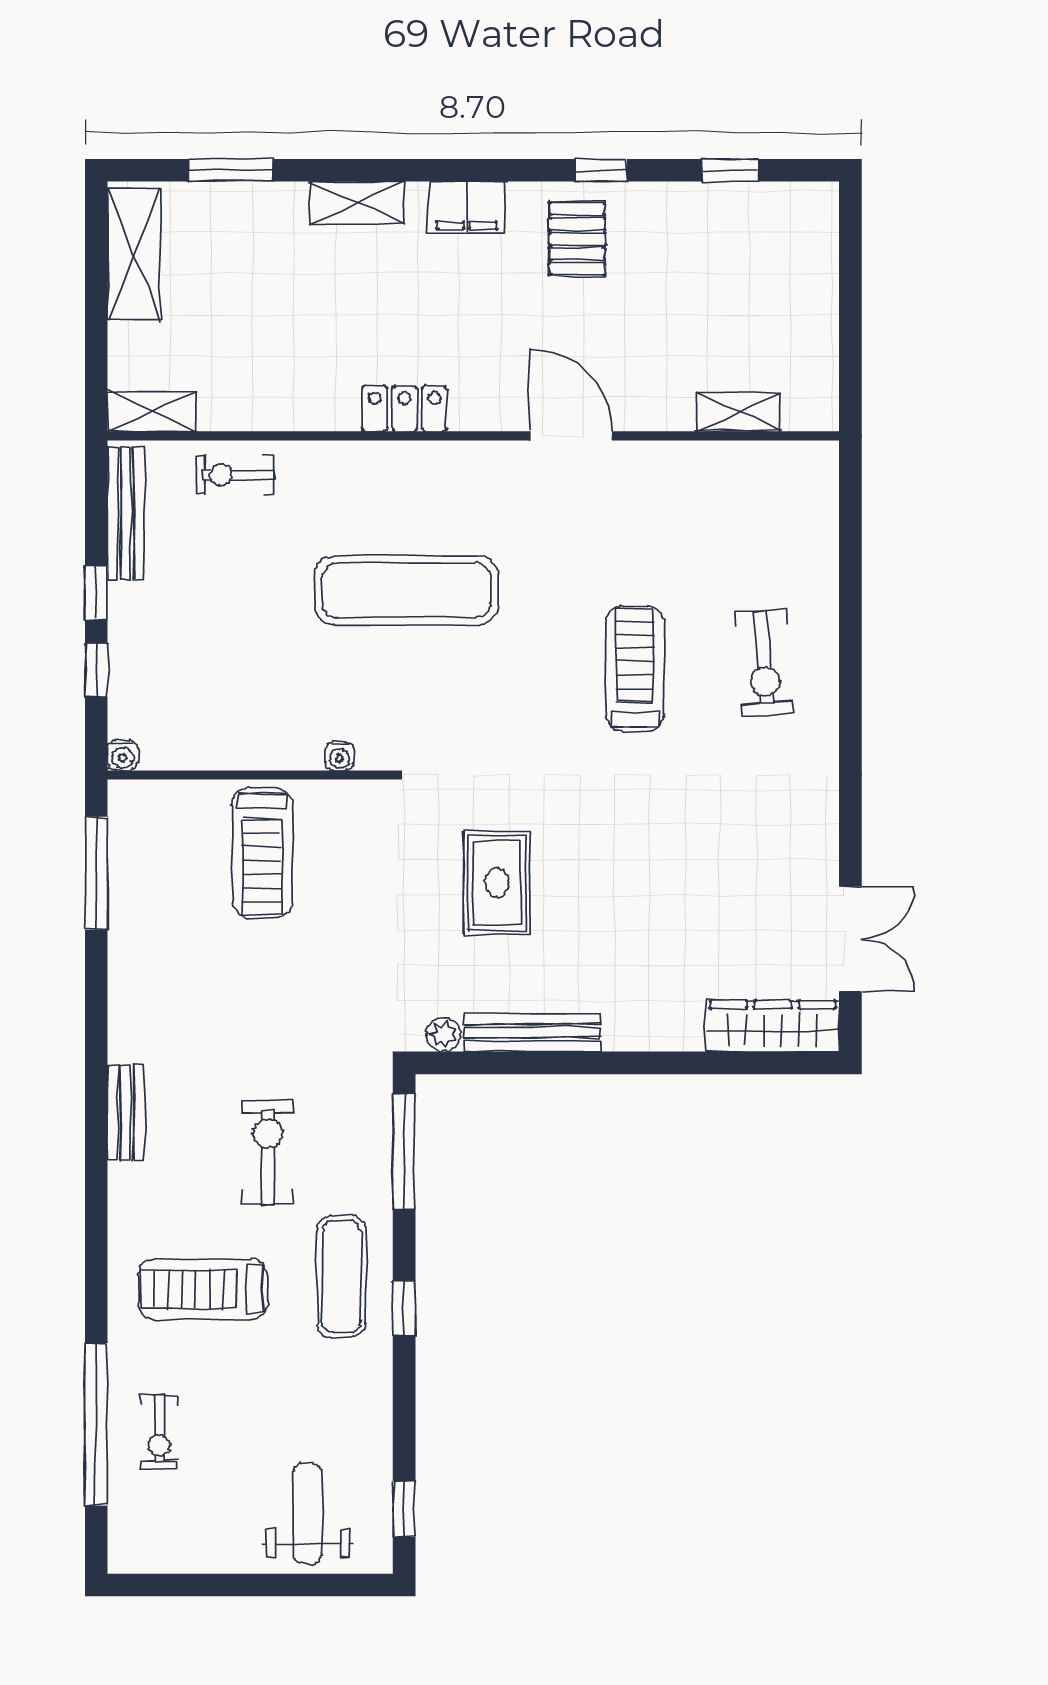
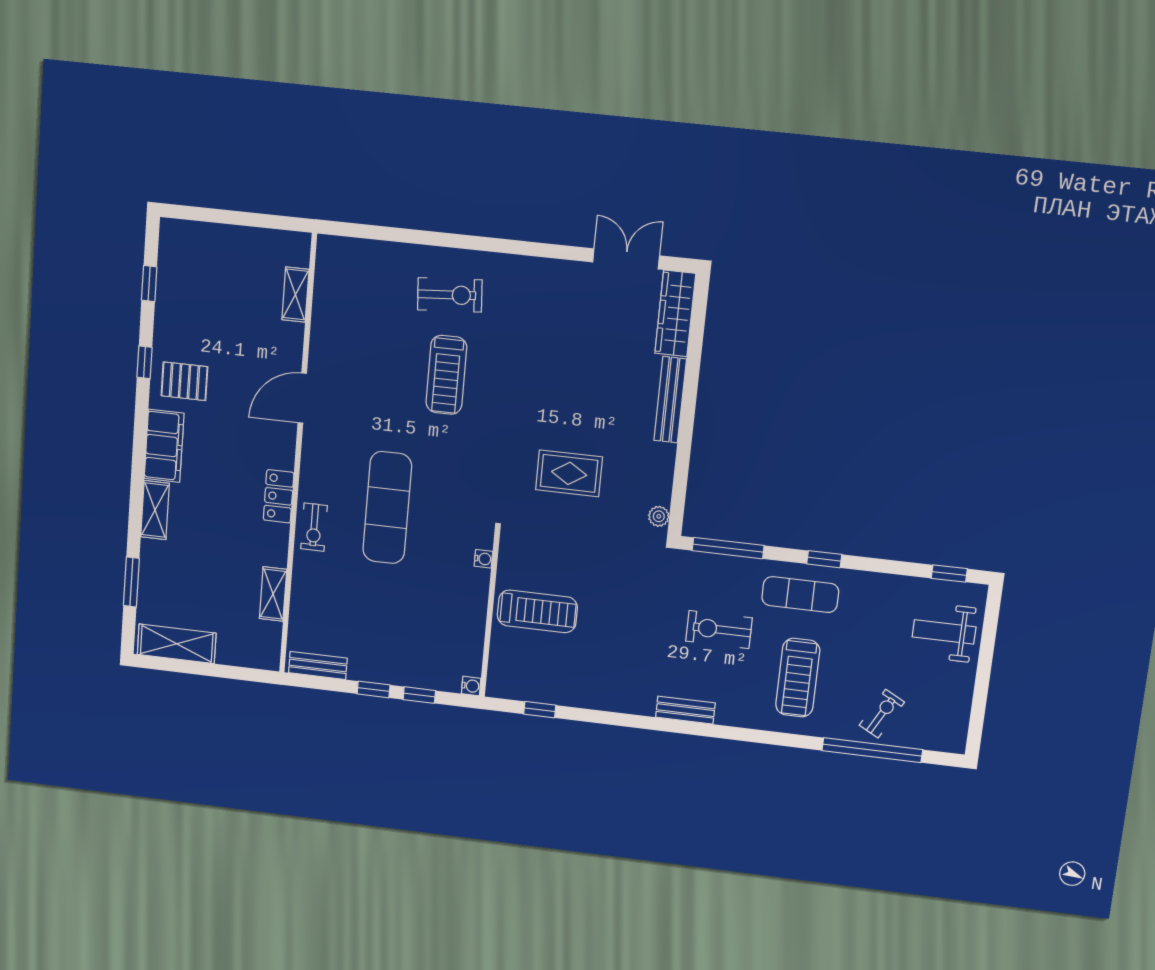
filing cabinet: (467, 207) -> (164, 446), width x1.50, depth x1.17
shelving: (152, 411) -> (273, 594), moved
exercise bike: (235, 475) -> (314, 527), moved
bench: (126, 513) -> (318, 665), width x0.73
treadmill: (635, 669) -> (446, 375), turned -90
window: (96, 873) -> (540, 710), width x0.46
bench: (532, 1033) -> (670, 400), moved
exercise bike: (159, 1432) -> (882, 714), turned -62

